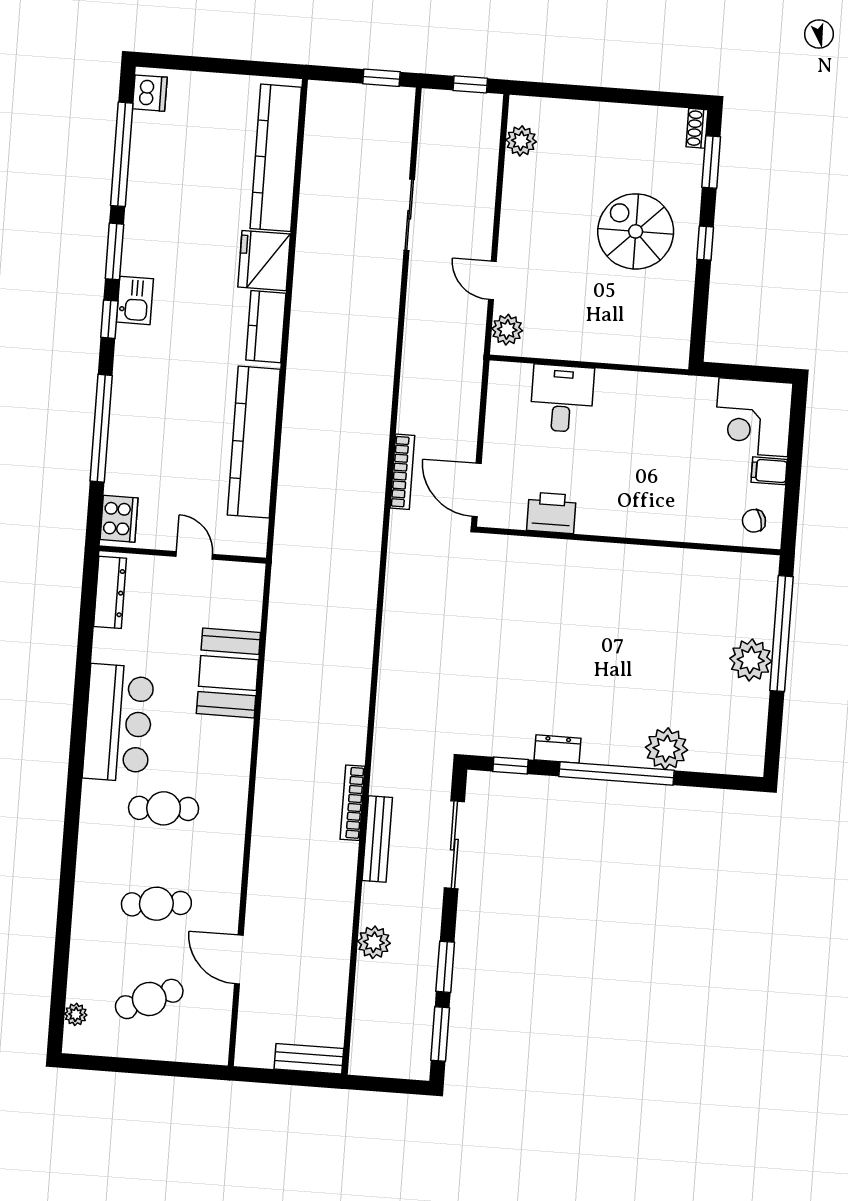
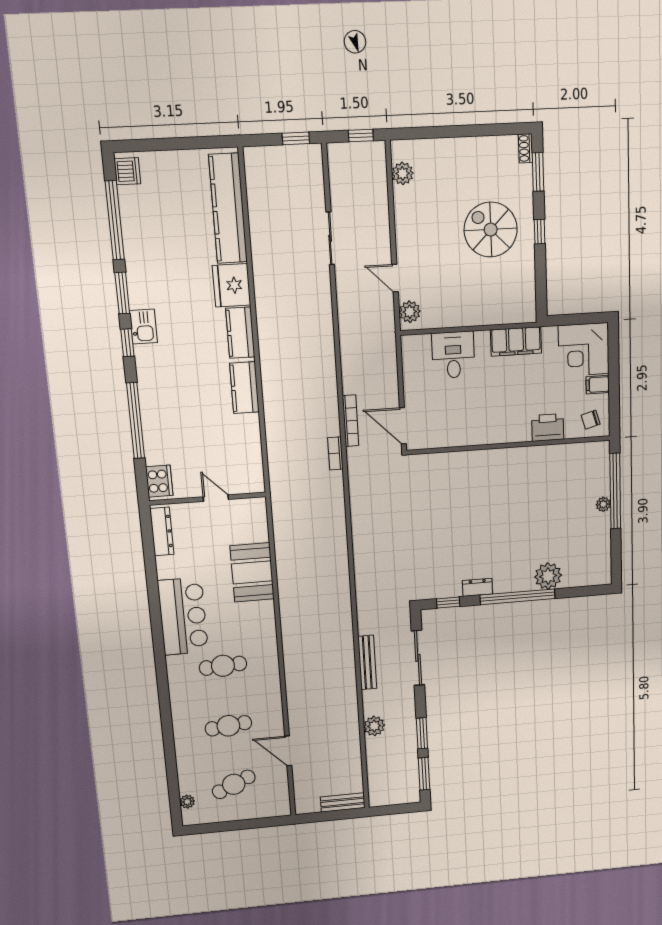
filing cabinet: (655, 392) -> (516, 341), added
kitchen counter: (254, 442) -> (244, 388), width x0.48, depth x0.86
printer: (551, 513) -> (548, 427), moved
plant: (751, 660) -> (603, 504), width x0.53, depth x0.53
bookcase: (353, 803) -> (335, 453), moved, width x0.64

